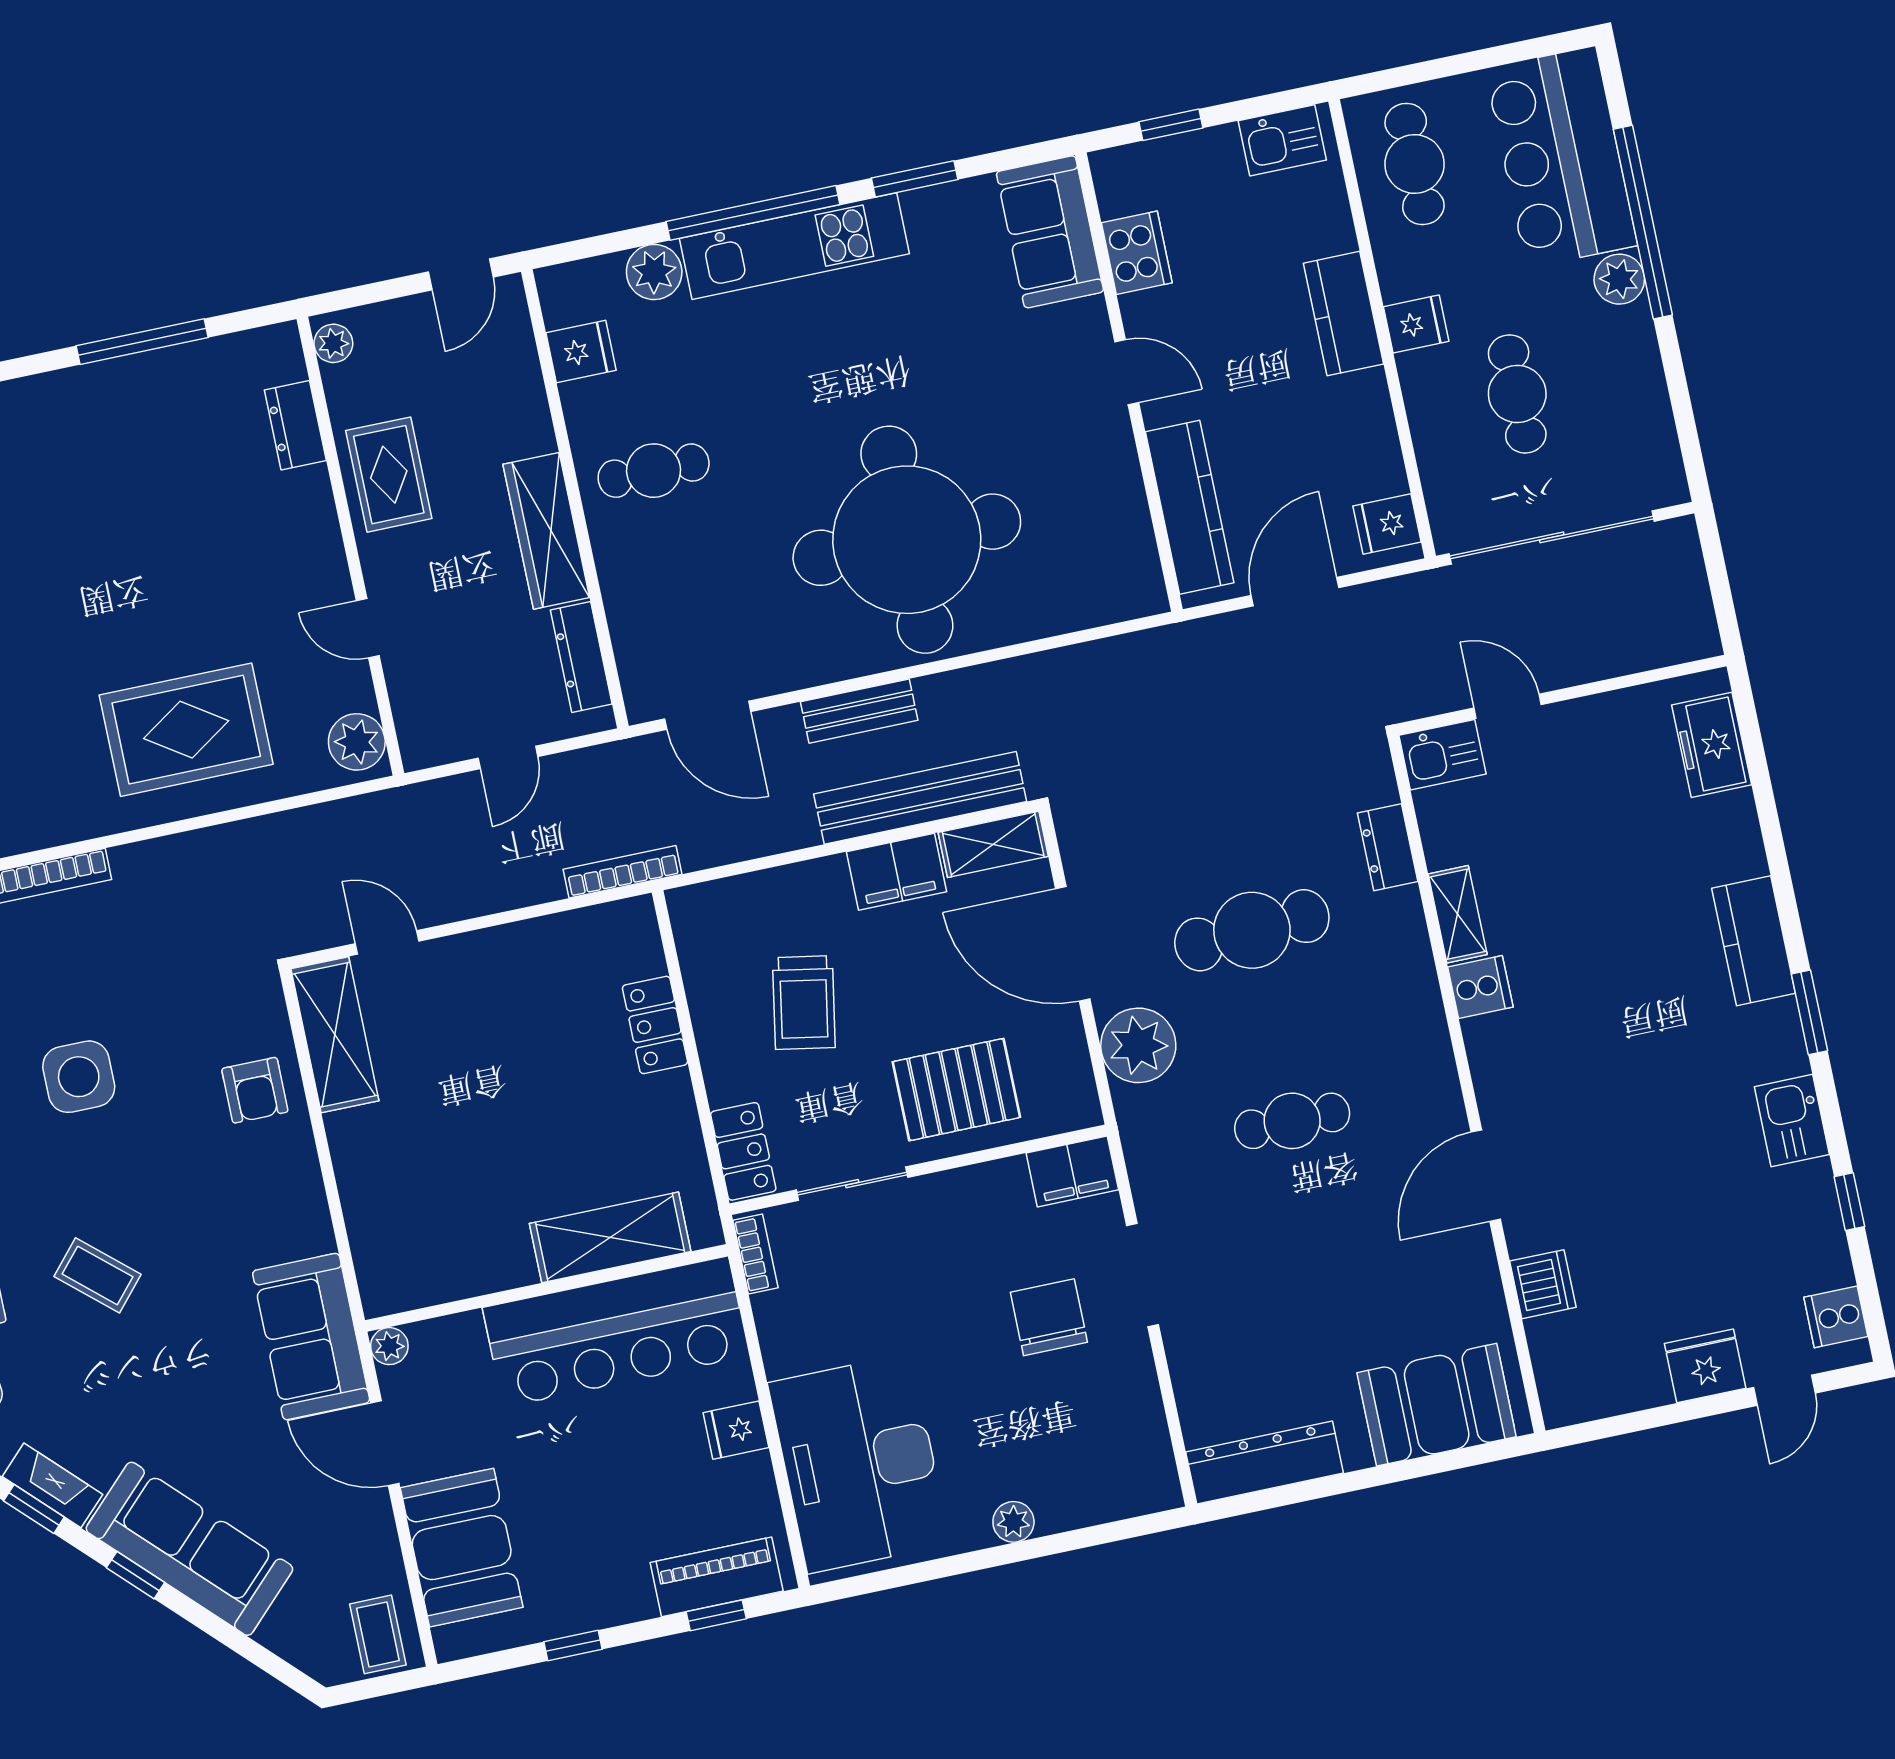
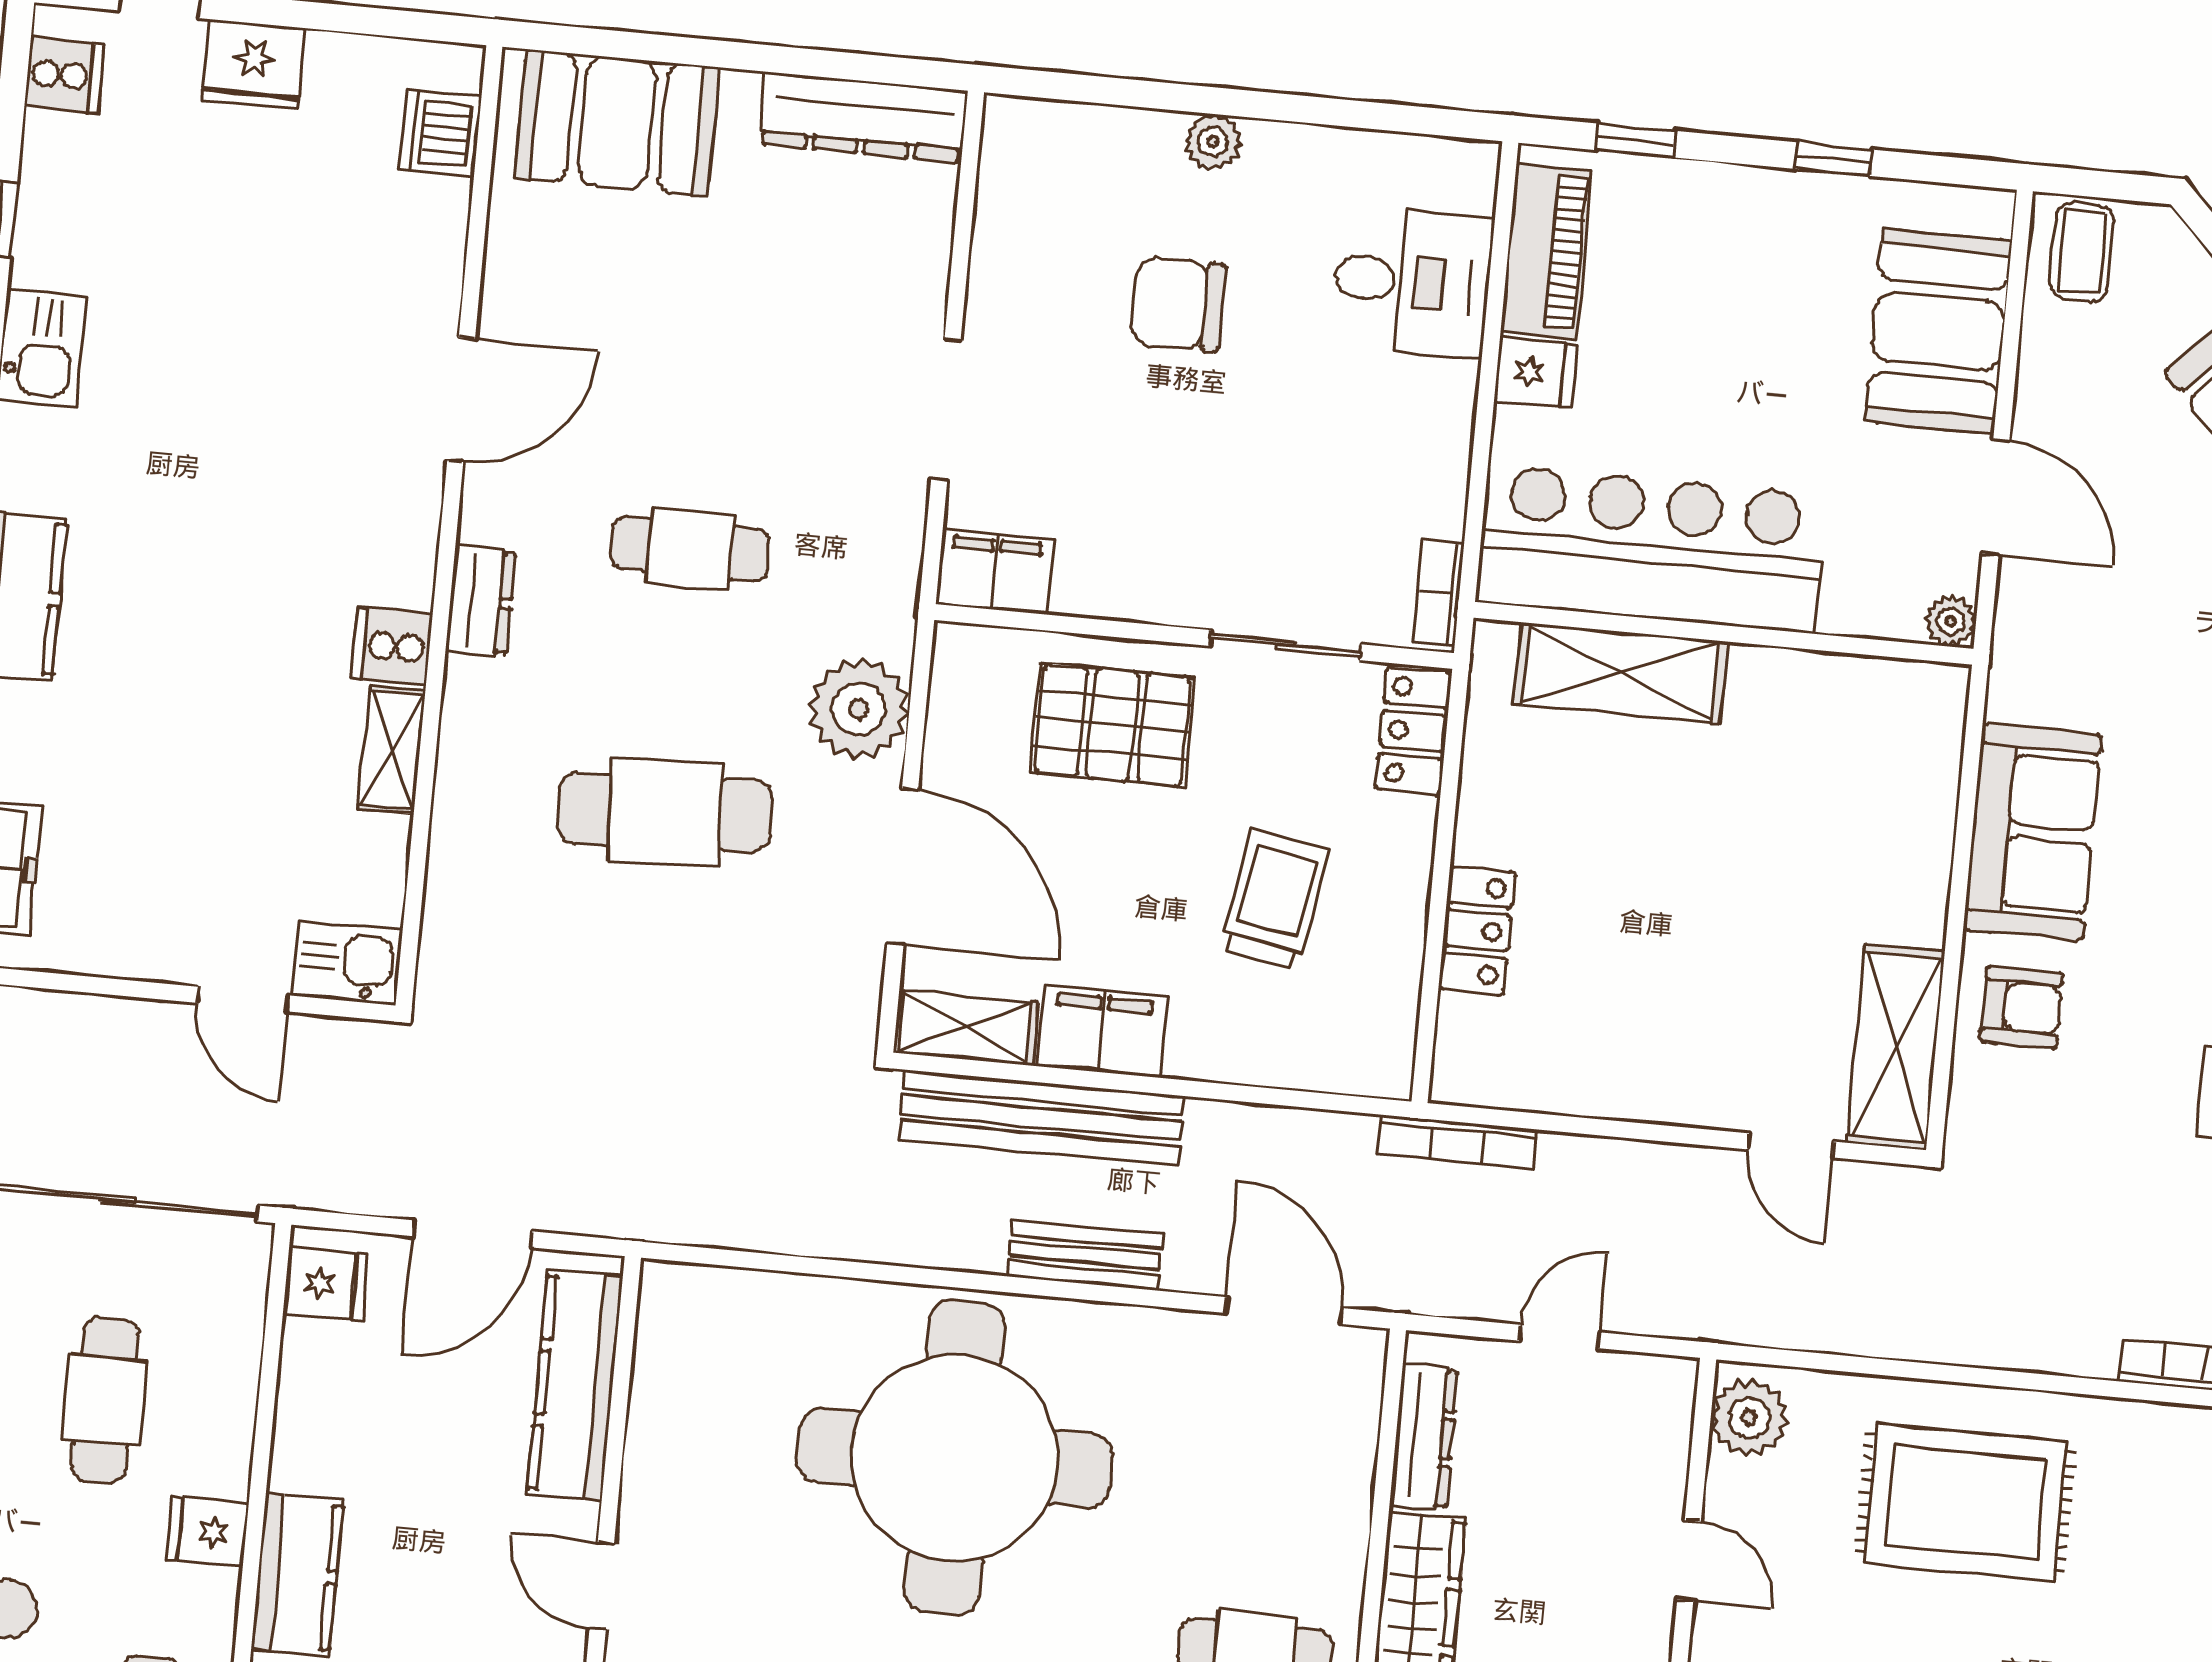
dresser: (1388, 847) -> (481, 601), moved
armchair: (255, 1090) -> (2022, 1007), turned 90
dishwasher: (1543, 1284) -> (440, 133), moved
chair: (1049, 1317) -> (1178, 304), moved, turned 90
sofa: (311, 1337) -> (2033, 832), moved
desk: (859, 1463) -> (1412, 282), width x0.53, depth x0.77
piano: (717, 1577) -> (1546, 251), moved, turned -90

